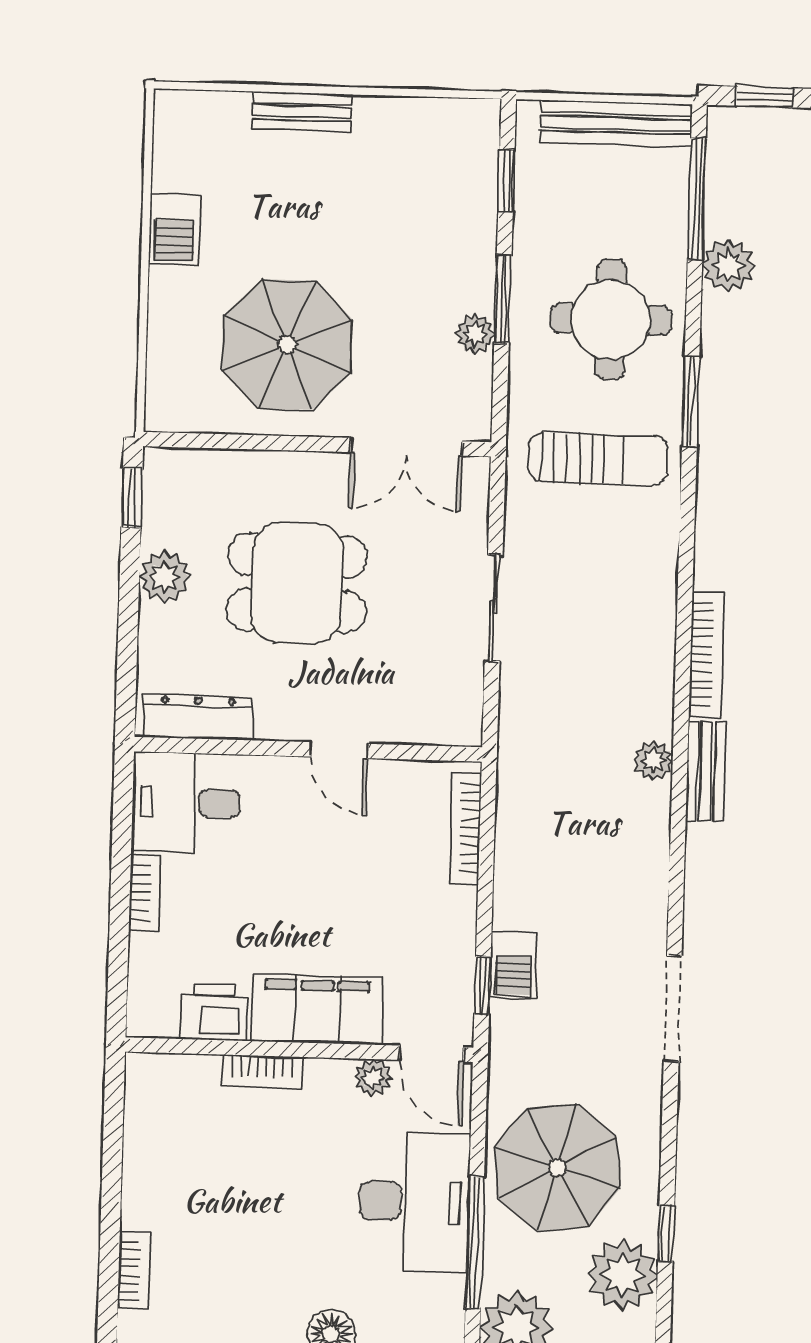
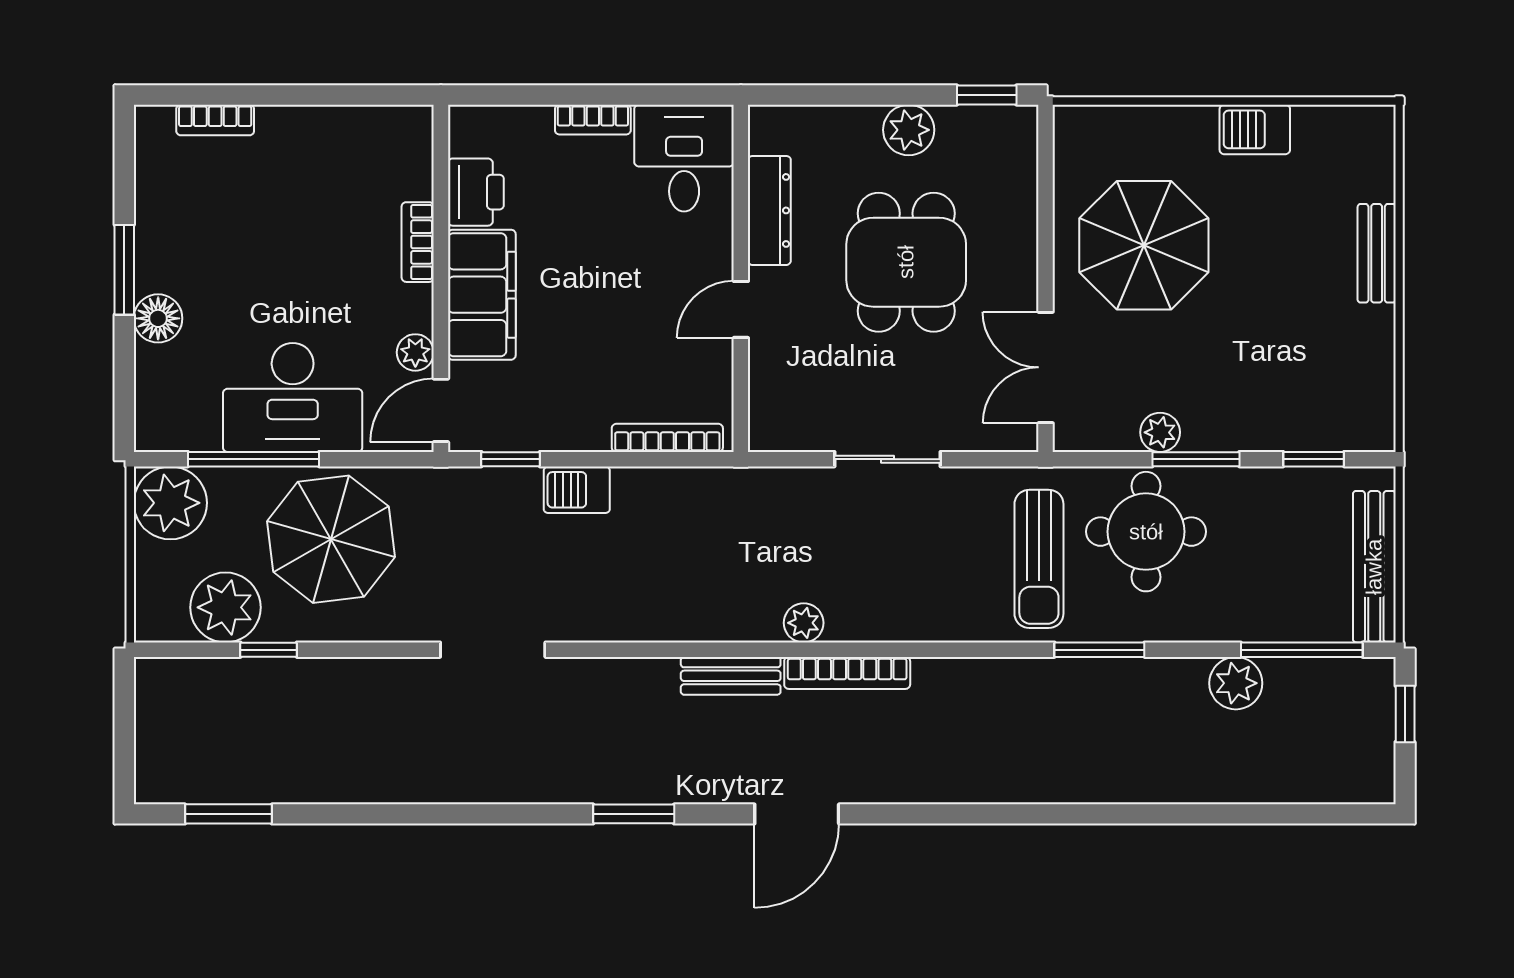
round table: (611, 319) -> (1146, 532), moved
dresser: (198, 717) -> (769, 210), moved
plant: (653, 761) -> (804, 623), moved
barbecue: (514, 965) -> (577, 490), moved

